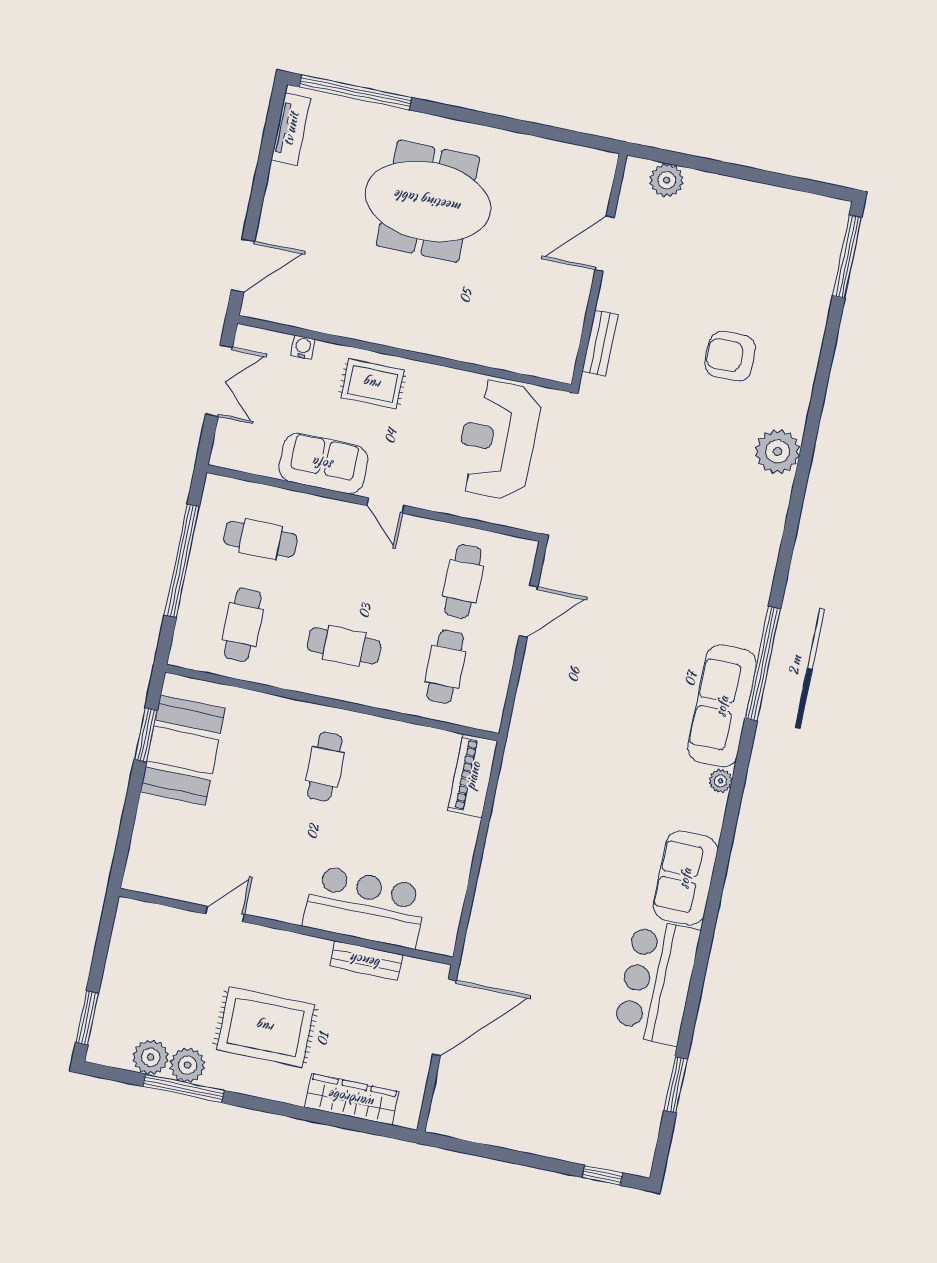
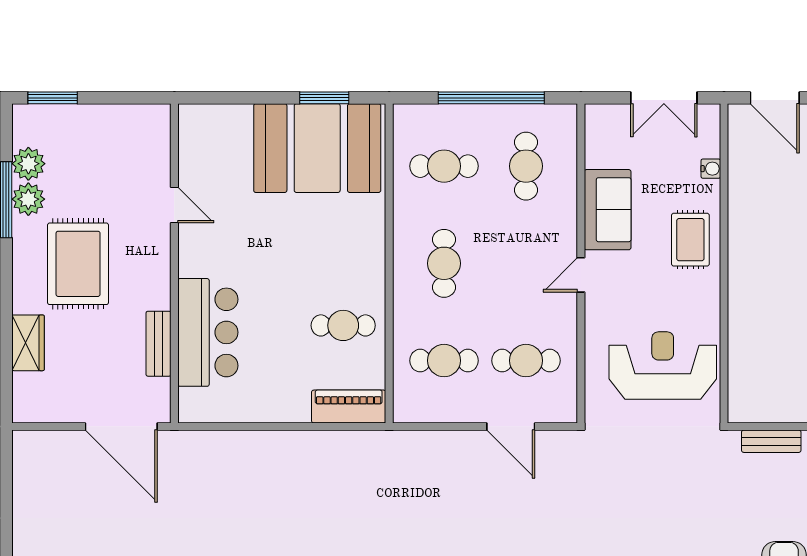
booth: (183, 750) -> (317, 148), width x1.36, depth x1.42
cafe table: (325, 767) -> (343, 325), moved
wardrobe: (352, 1099) -> (28, 343), width x0.67

